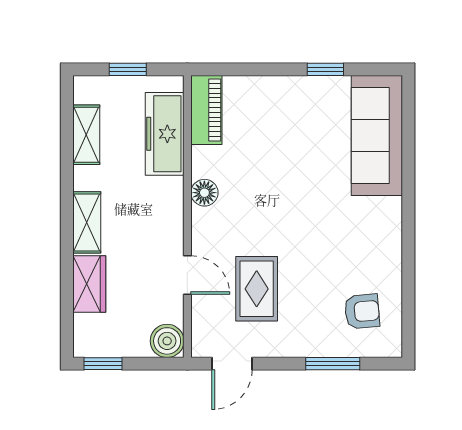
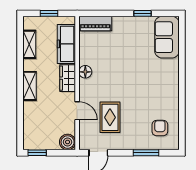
piano: (206, 110) -> (95, 24), moved, turned 90
sofa: (377, 135) -> (167, 37), width x0.73
wardrobe: (89, 284) -> (68, 78), moved, turned 180
armchair: (362, 311) -> (160, 128), turned -85

